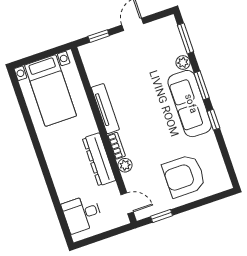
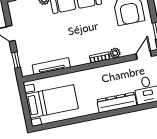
tv unit: (105, 109) -> (51, 66), moved
dresser: (99, 159) -> (117, 102), moved, turned 180

